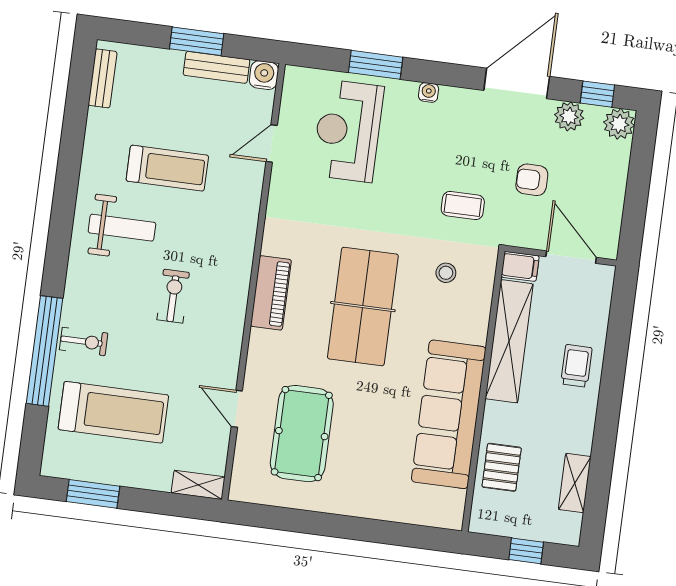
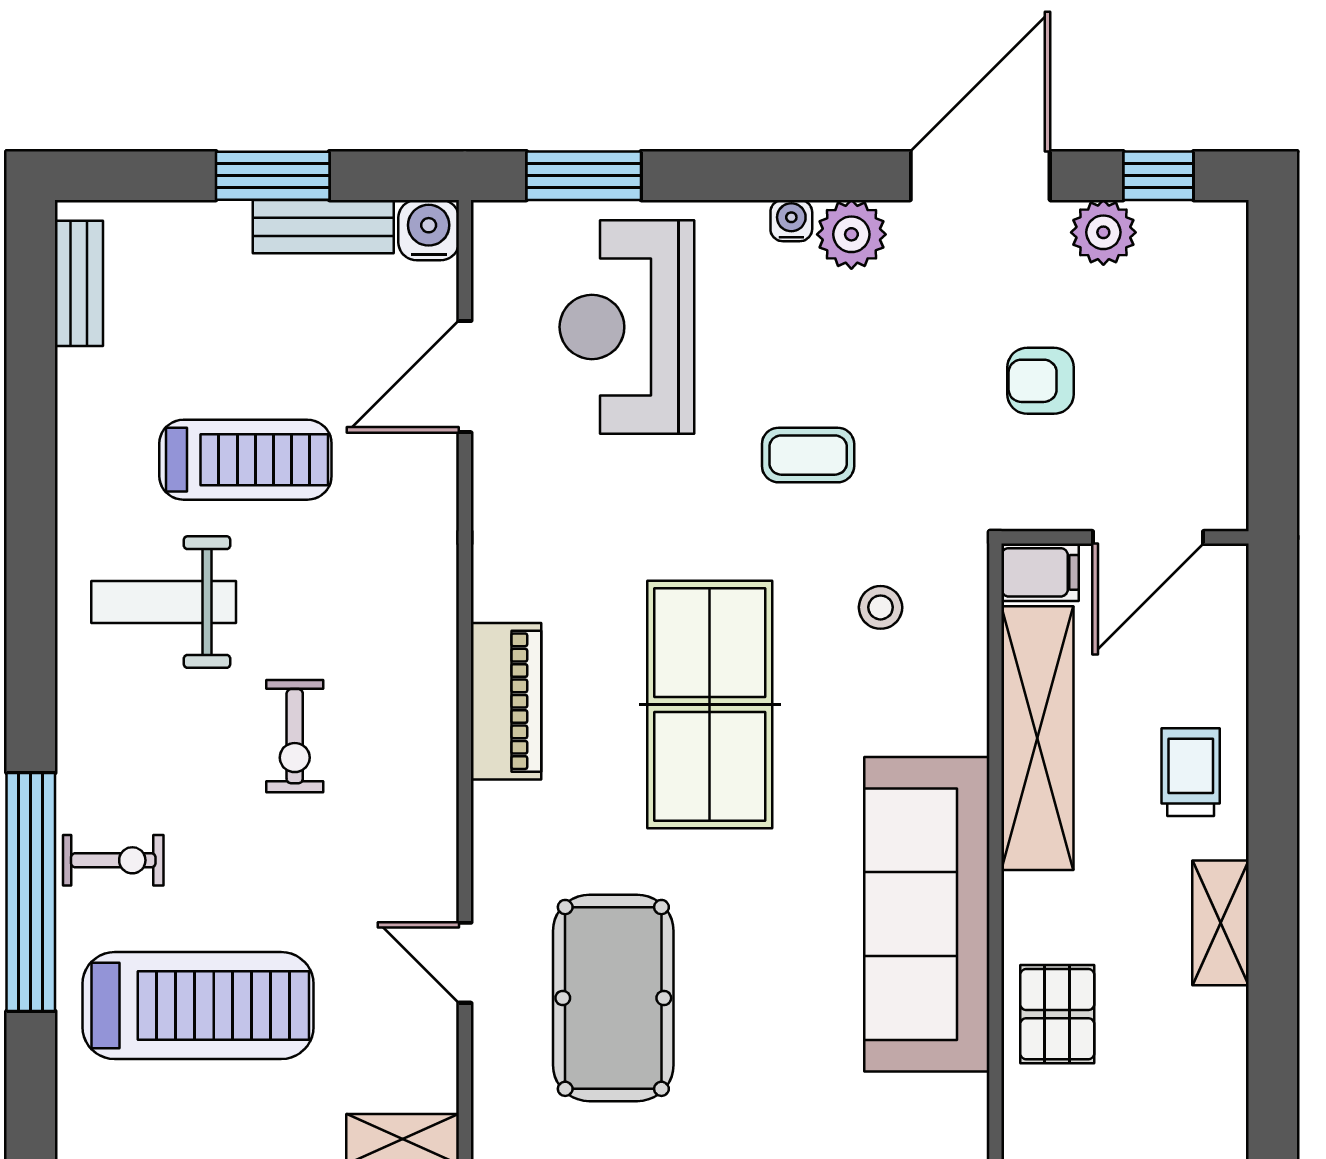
window: (376, 65) -> (584, 176), moved
plant: (619, 124) -> (851, 234), moved
door: (272, 144) -> (465, 377), width x1.38
coffee table: (463, 205) -> (808, 455), moved
weight bench: (122, 228) -> (164, 602), turned 180
door: (571, 257) -> (1148, 537), swing flipped
exercise bike: (173, 296) -> (295, 736), turned 180
shelving: (575, 483) -> (1221, 923), moved

